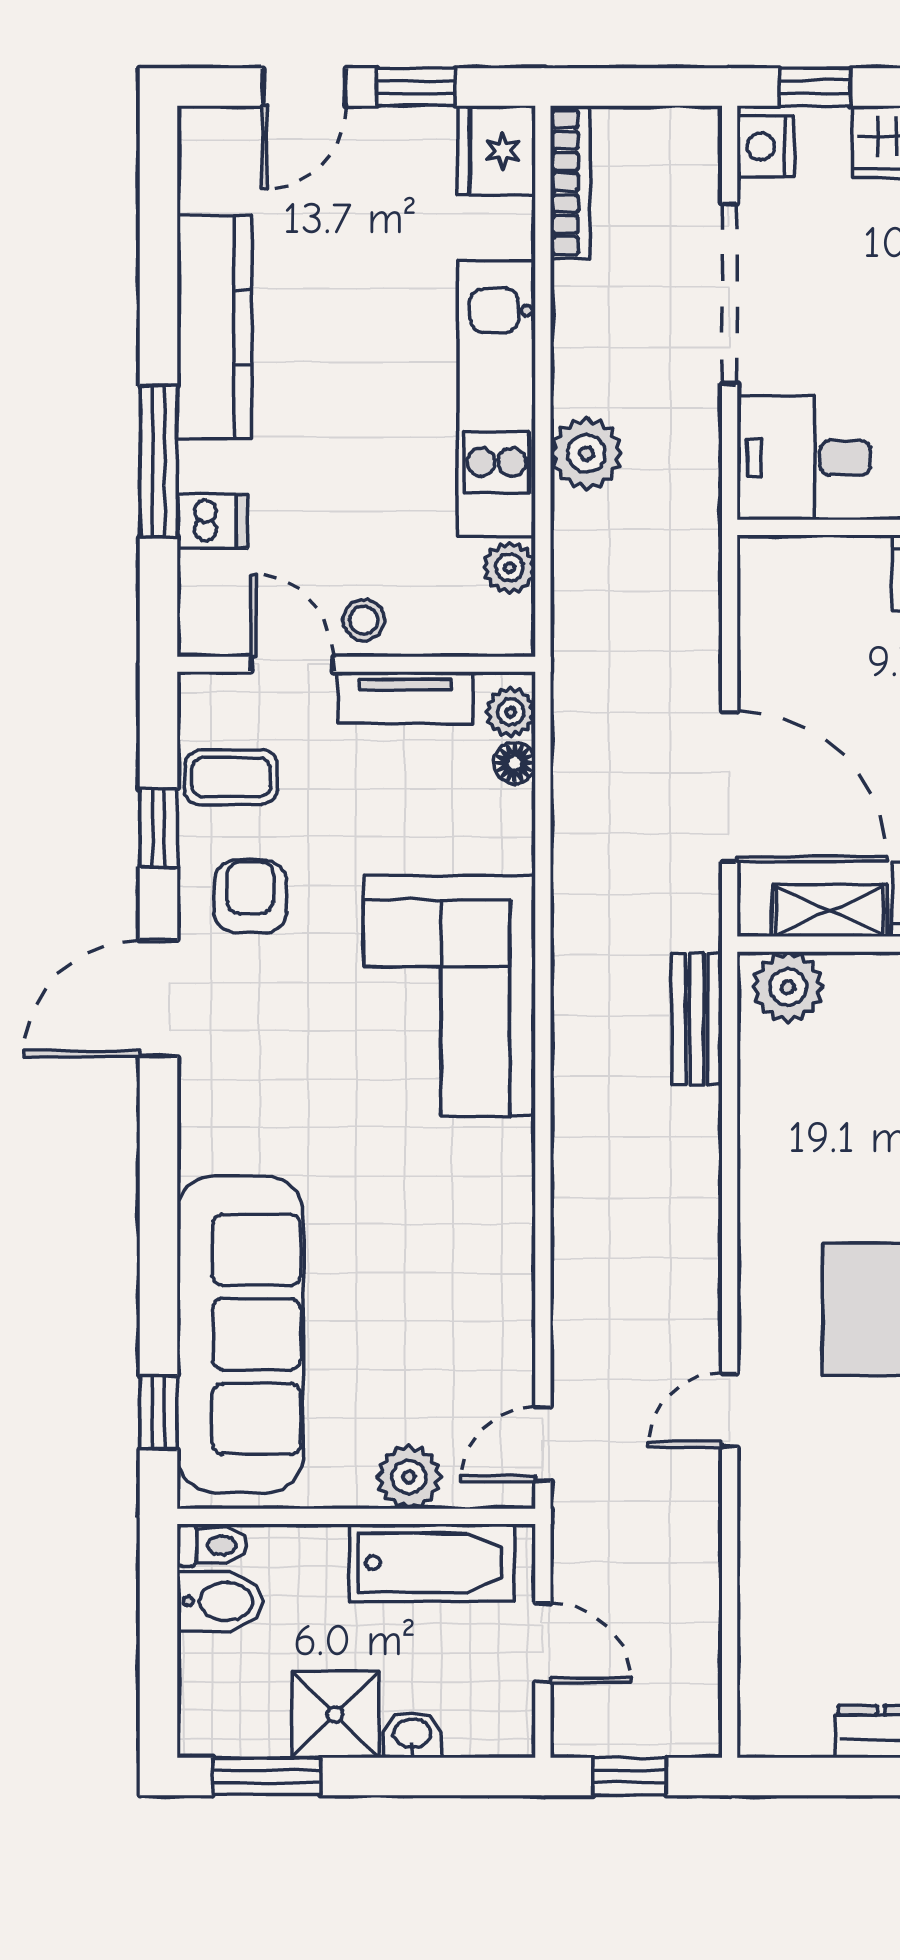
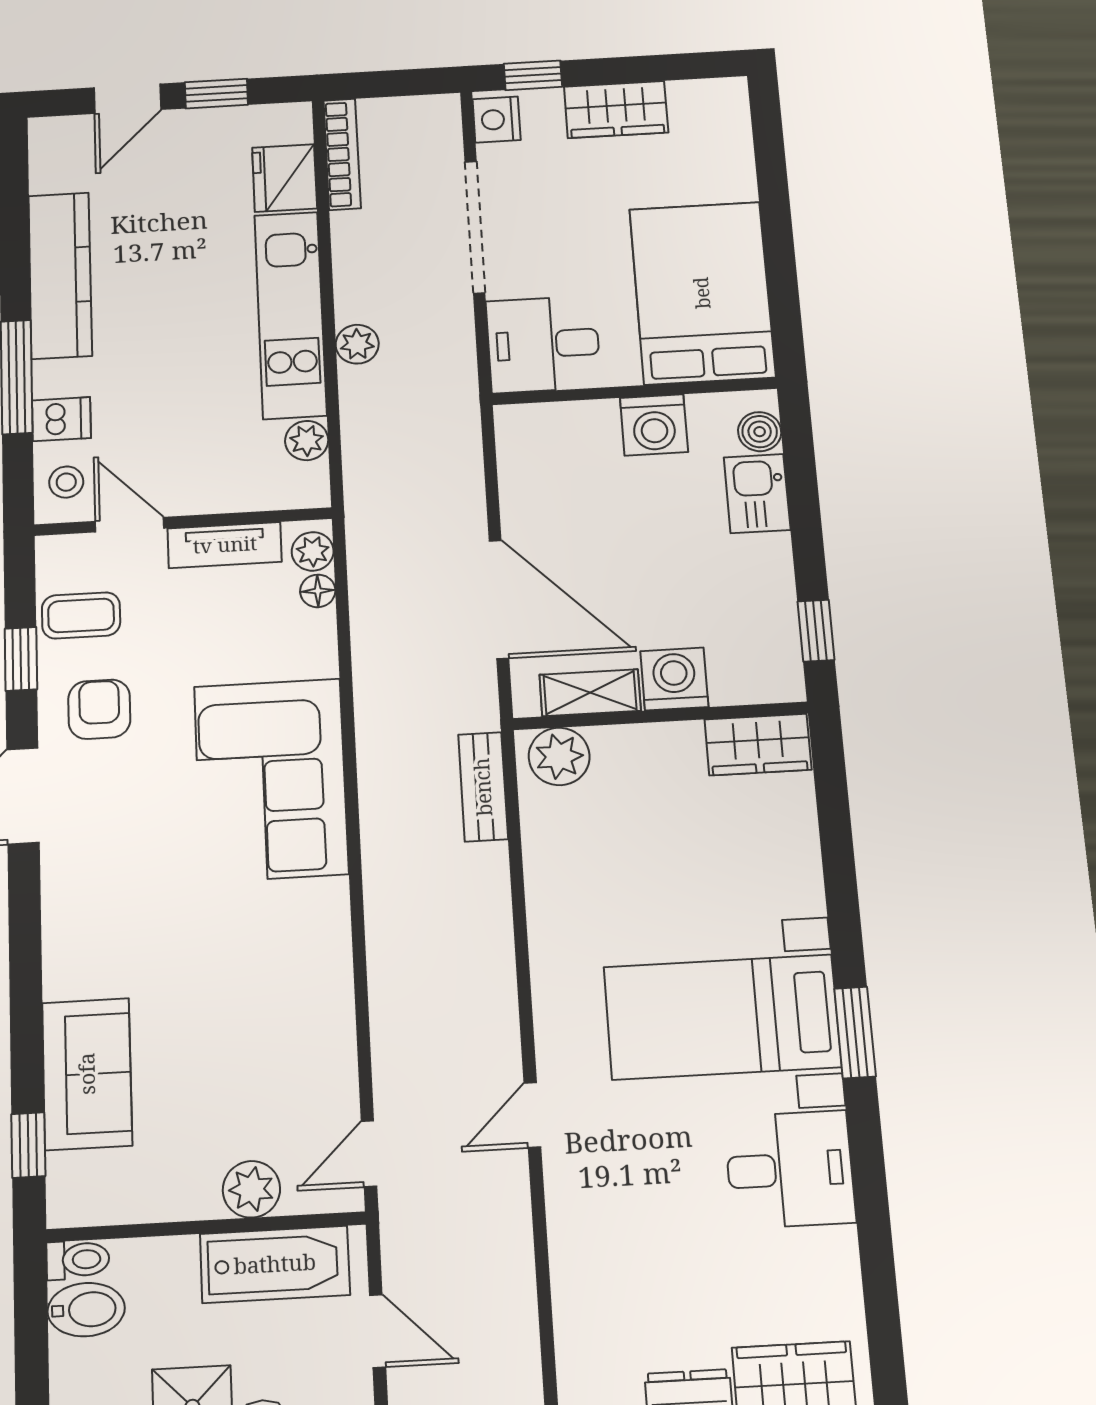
fridge: (497, 151) -> (285, 178), moved
plant: (586, 453) -> (357, 344), width x0.73, depth x0.73
stool: (364, 620) -> (66, 482), moved
sofa: (240, 1334) -> (87, 1074), width x0.54, depth x0.79

